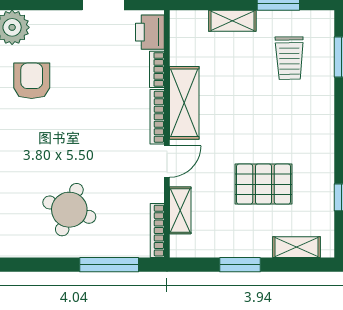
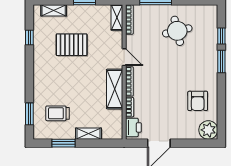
trolley: (289, 58) -> (58, 113), turned -89
door: (167, 161) -> (124, 57), swing flipped
round table: (69, 210) -> (177, 31), turned -33
shelving: (180, 210) -> (117, 17), moved

